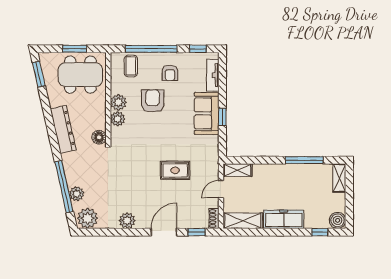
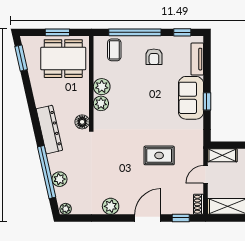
armchair: (153, 101) -> (136, 85), removed
dresser: (63, 129) -> (49, 130), moved
plant: (88, 218) -> (66, 209), width x0.53, depth x0.53

